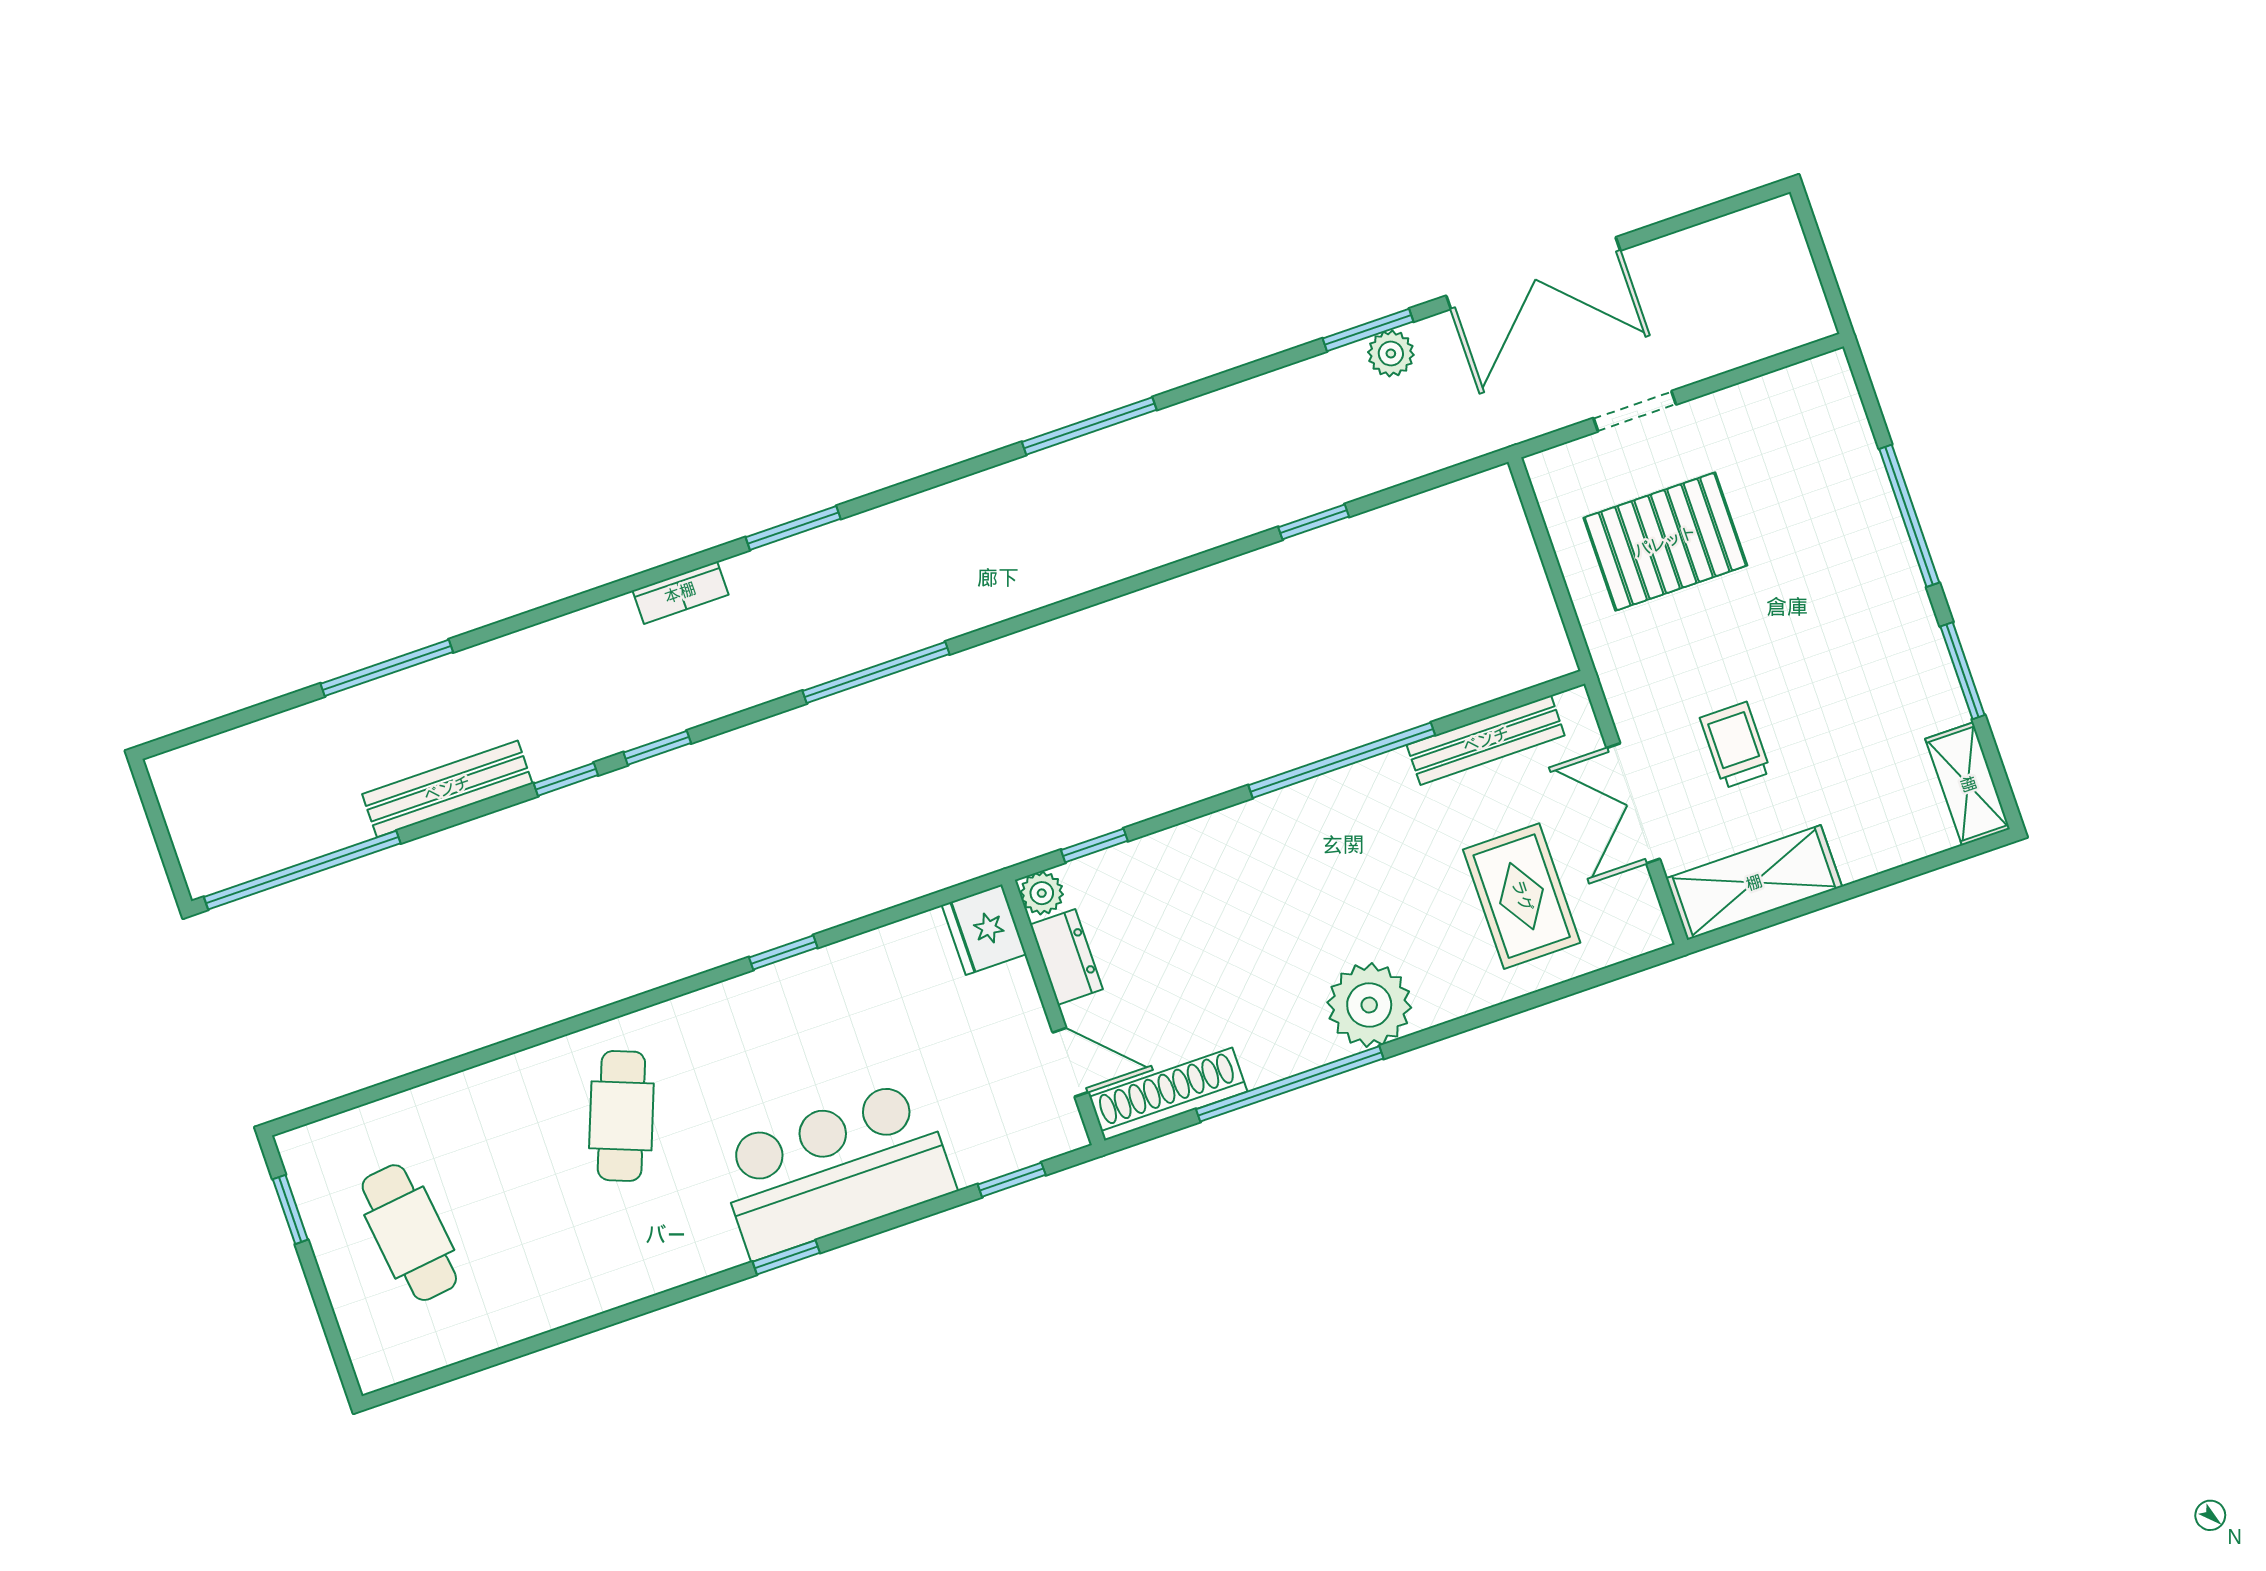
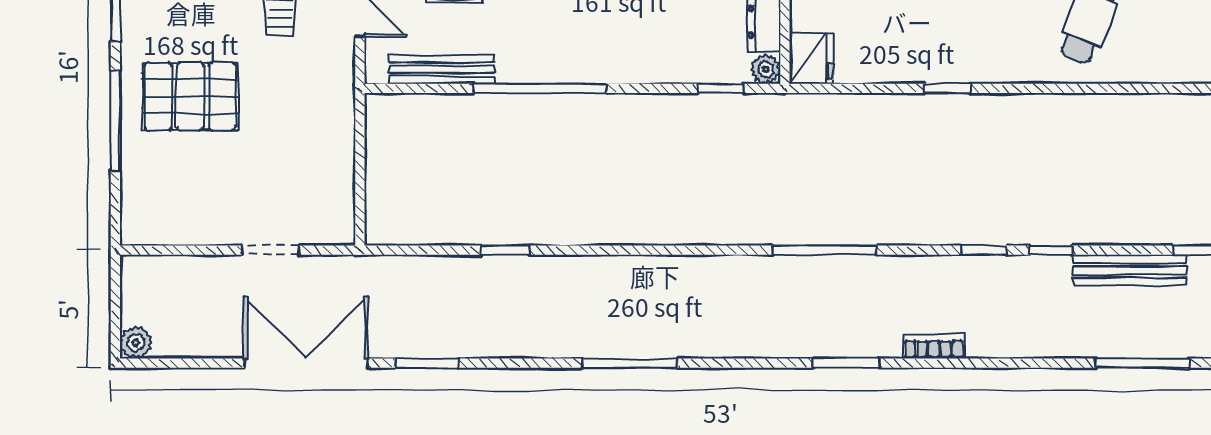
plant: (1391, 353) -> (136, 343), moved
pallet: (1665, 542) -> (190, 97), moved

